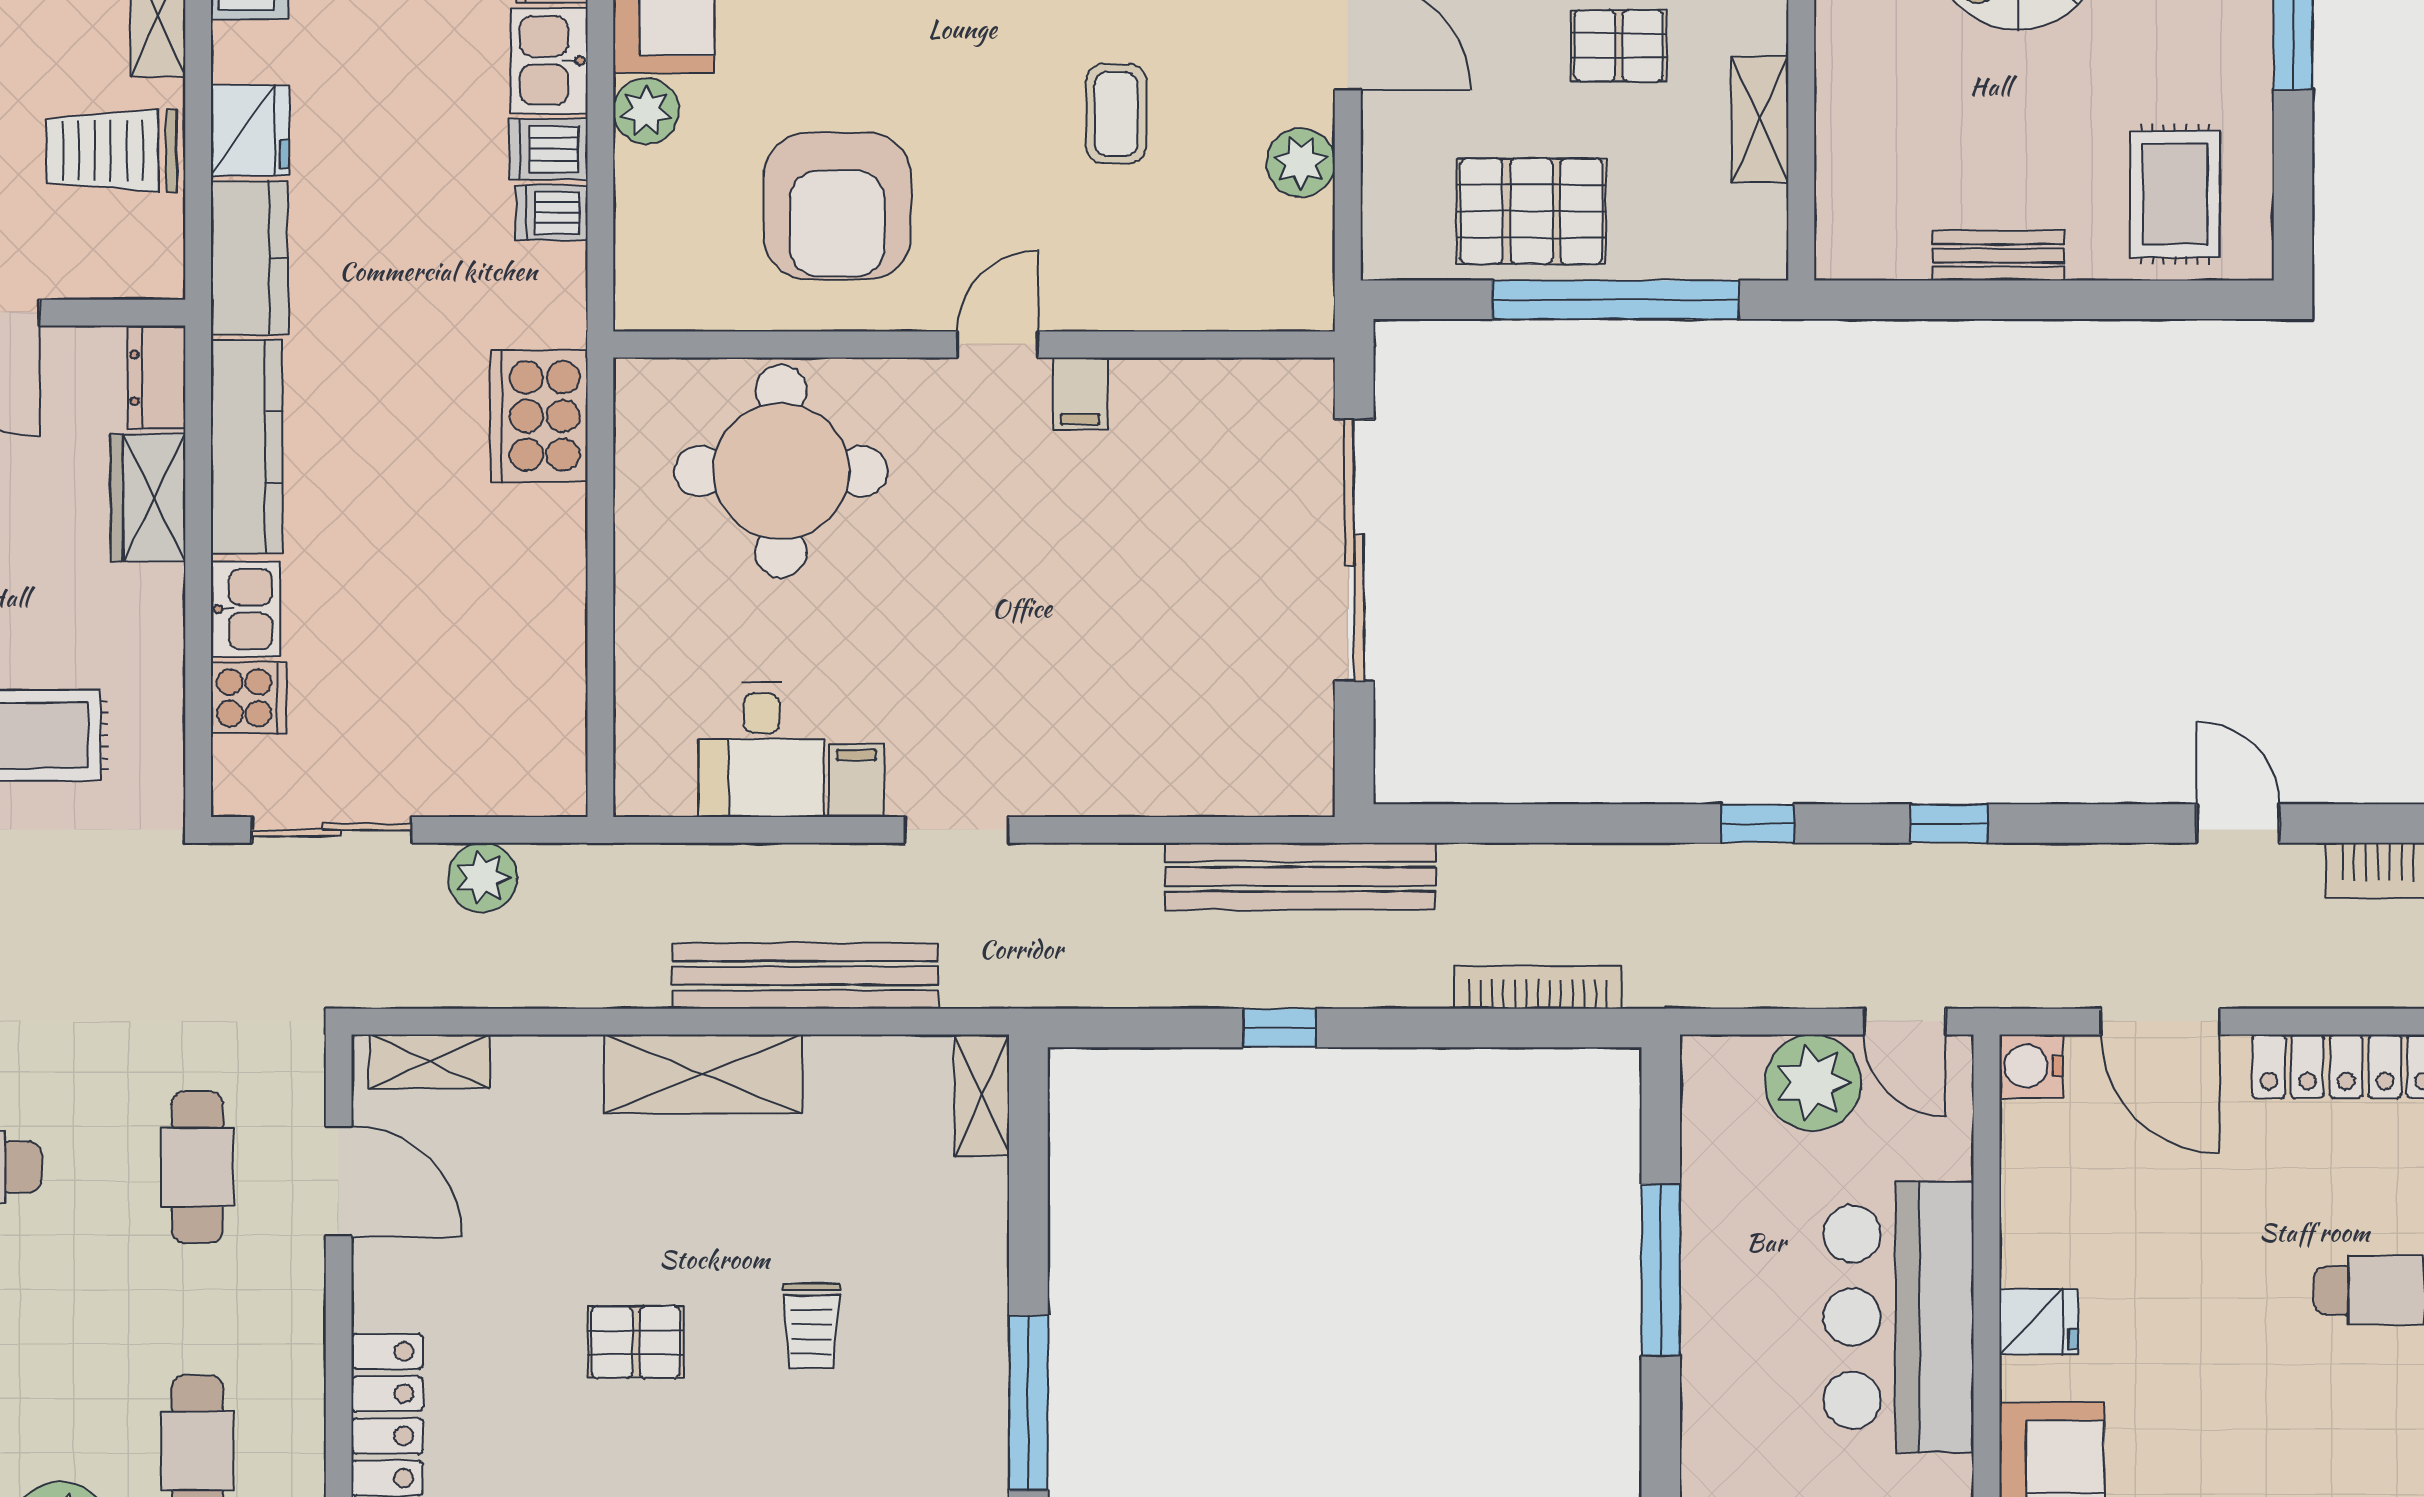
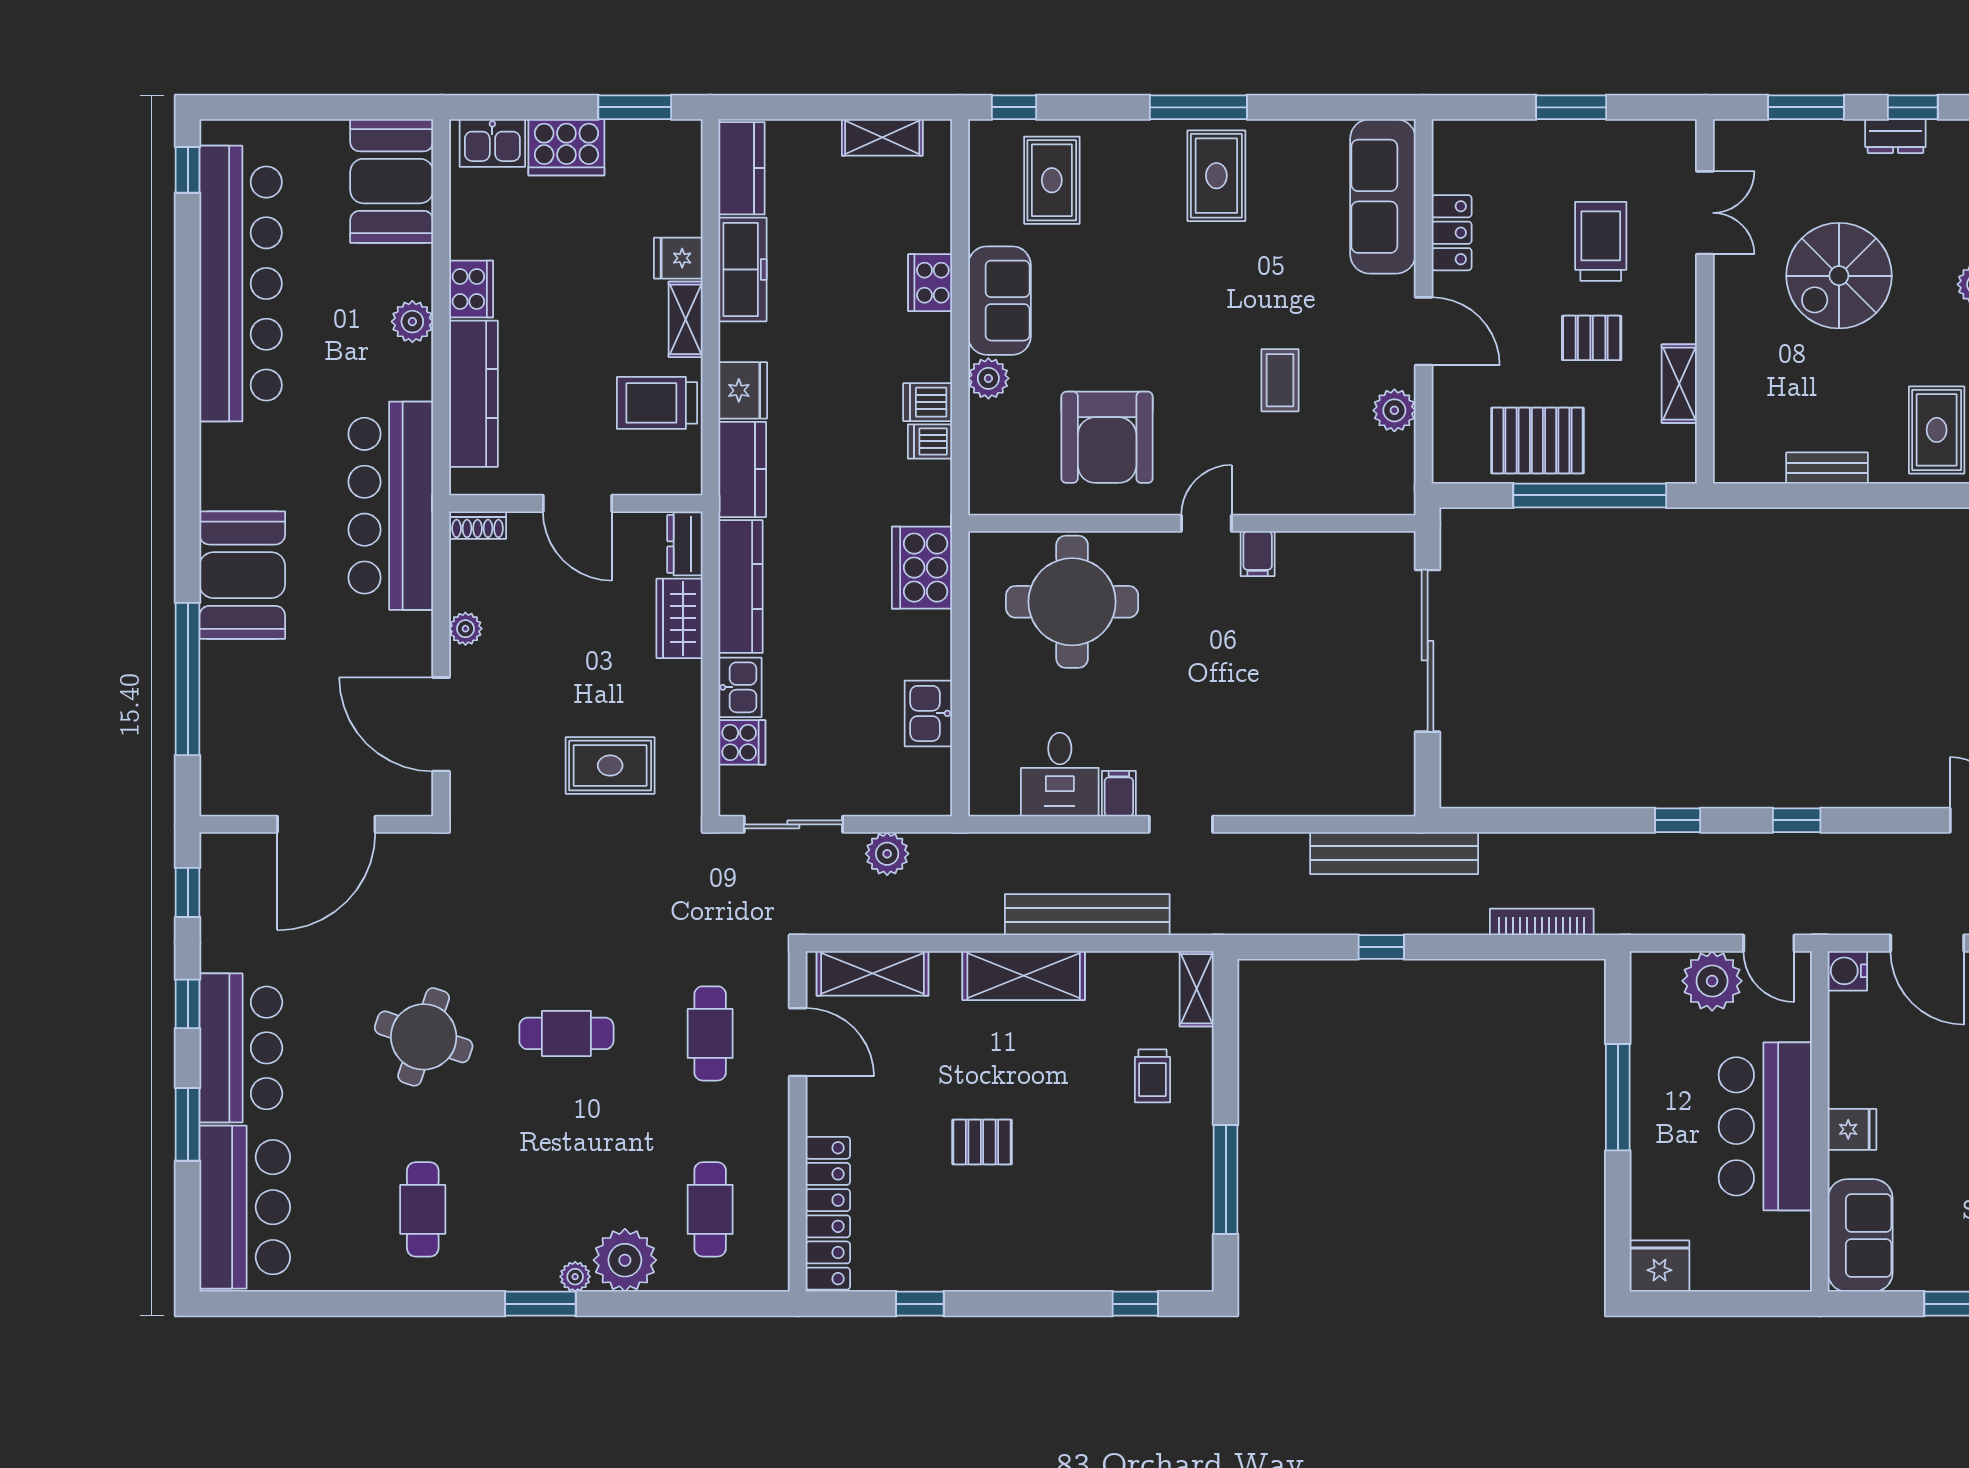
kitchen sink: (549, 61) -> (928, 713), moved
shelving: (429, 1061) -> (873, 973), width x1.50, depth x1.33
trolley: (811, 1326) -> (1152, 1076), moved

